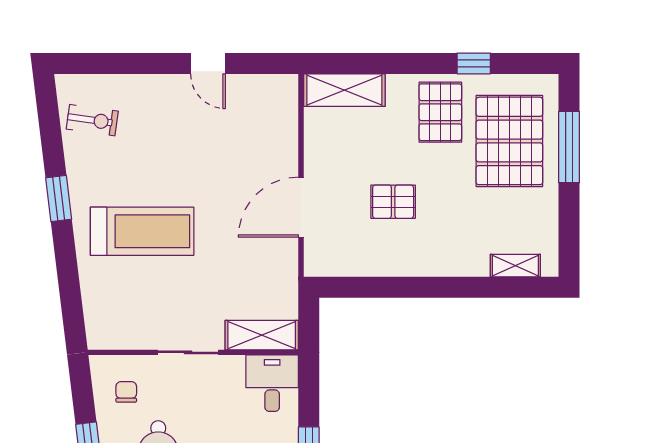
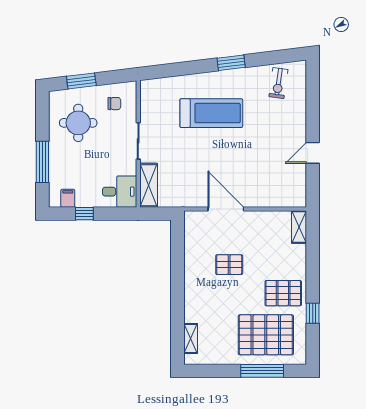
shelving: (344, 90) -> (299, 227), width x0.67, depth x0.75
pallet: (393, 202) -> (229, 265), turned 90
treadmill: (142, 231) -> (211, 113), turned -90

